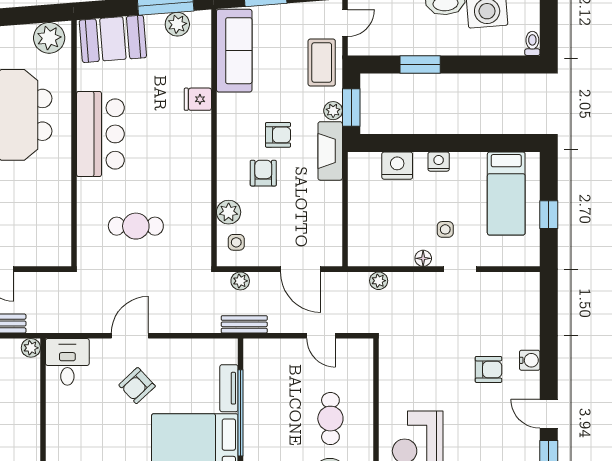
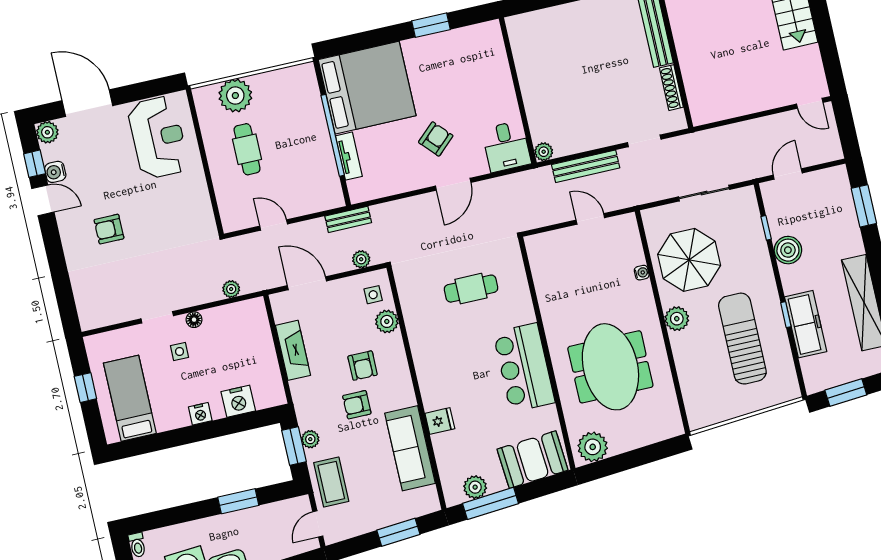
sofa: (234, 51) -> (410, 448), moved
fireplace: (330, 151) -> (293, 350), moved
water cooler: (530, 360) -> (55, 172), moved

